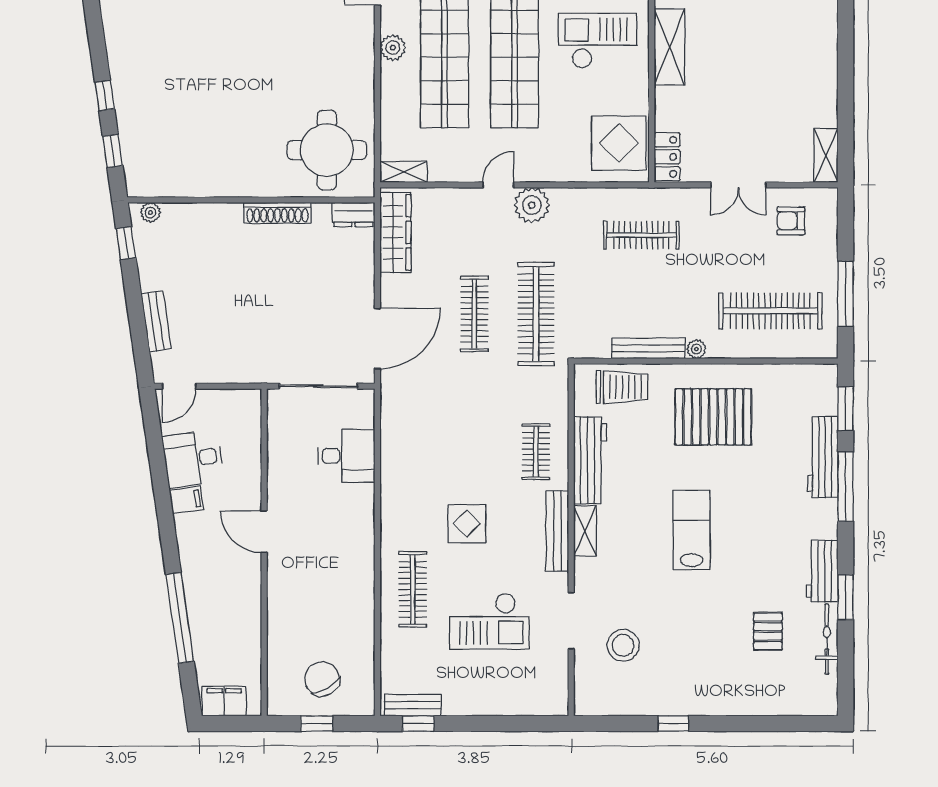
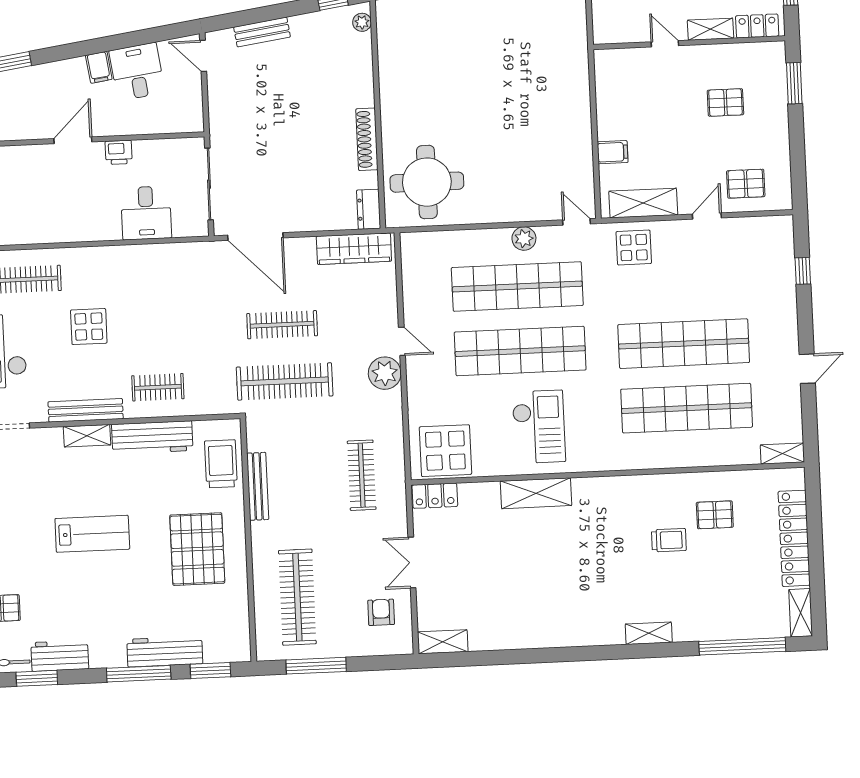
shelving: (404, 172) -> (410, 254), removed
plant: (696, 349) -> (259, 531), removed
trolley: (622, 387) -> (221, 464), turned 180
printer: (279, 483) -> (119, 152), added

